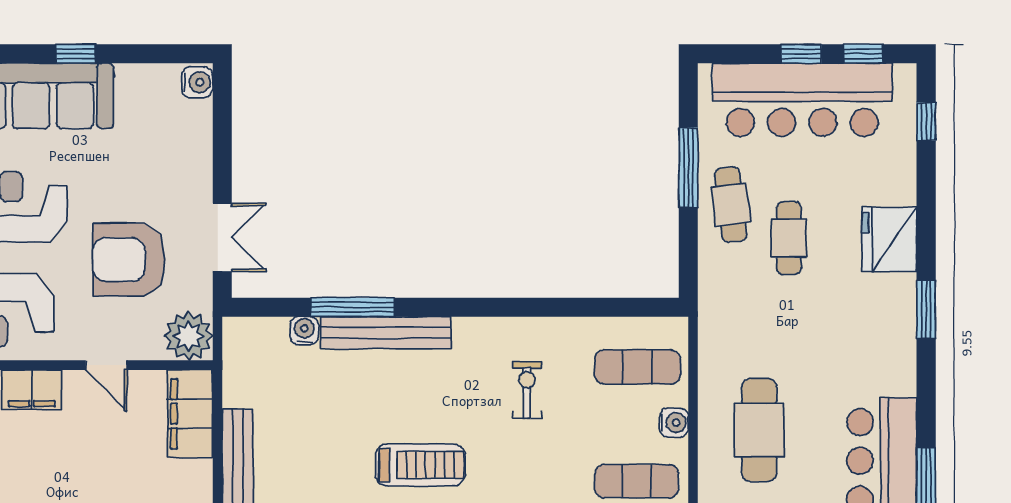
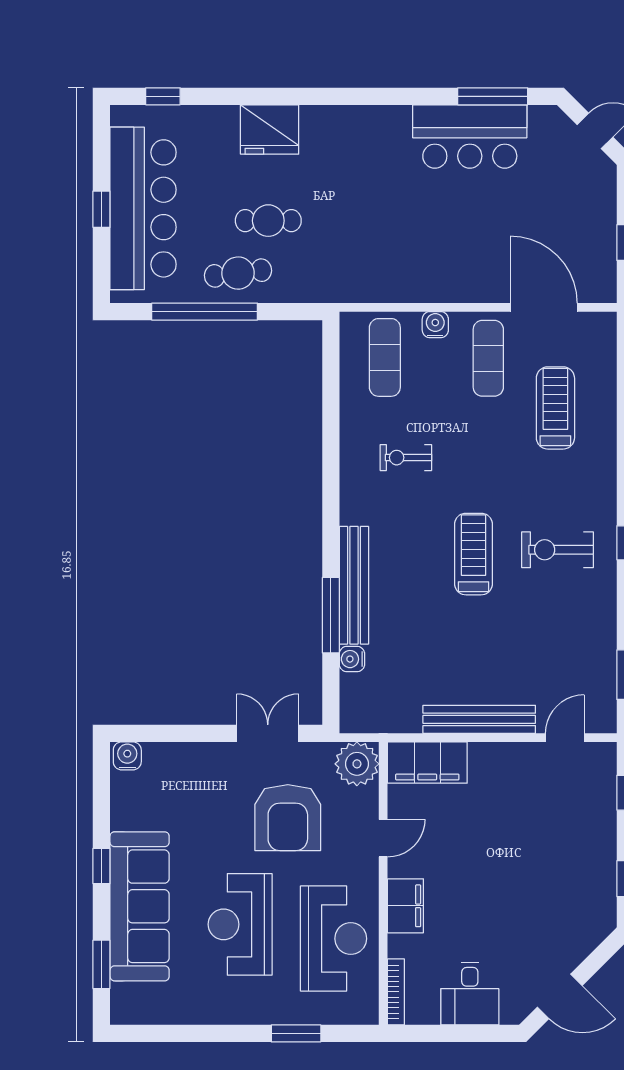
window: (863, 54) -> (101, 153), removed
window: (688, 168) -> (205, 312), width x1.46
window: (926, 309) -> (333, 96), removed
cafe table: (759, 430) -> (442, 247), removed

